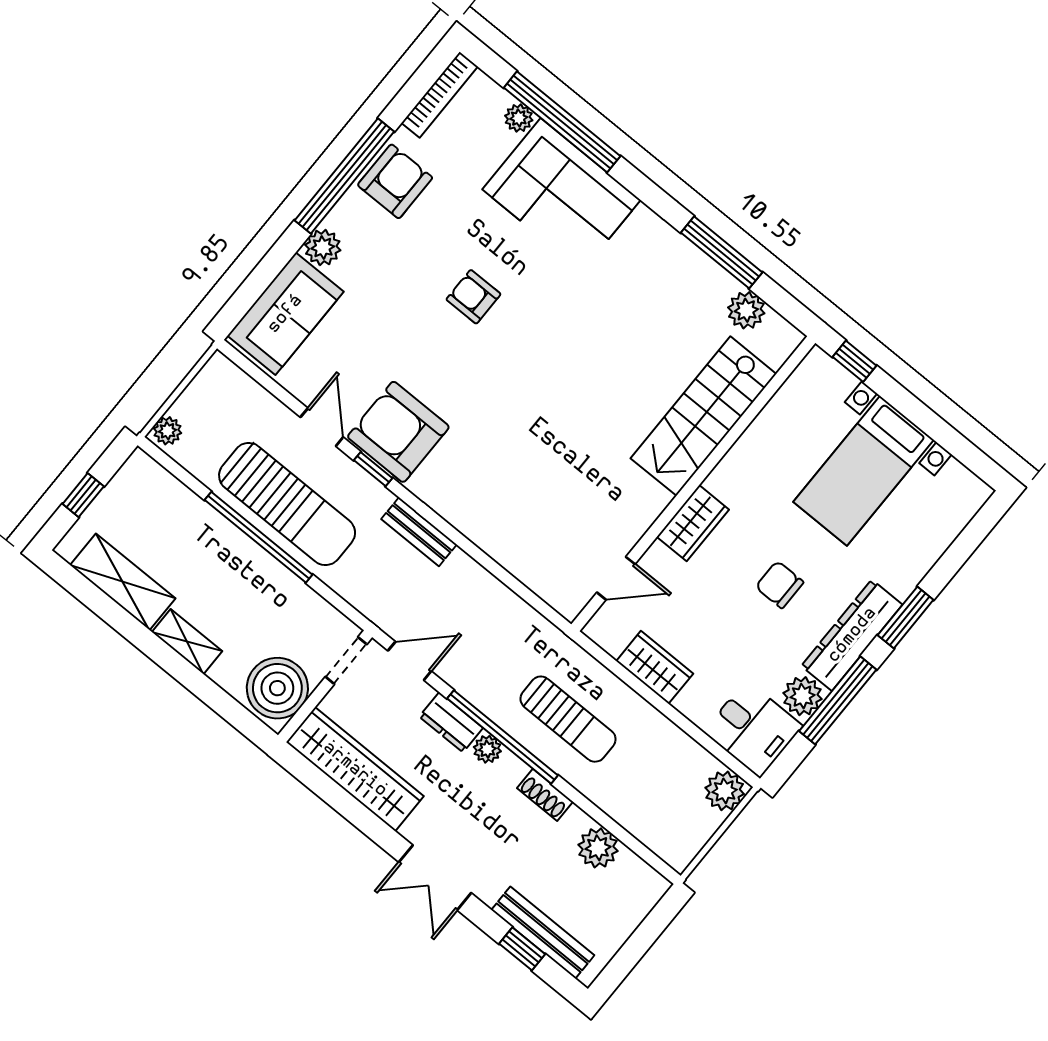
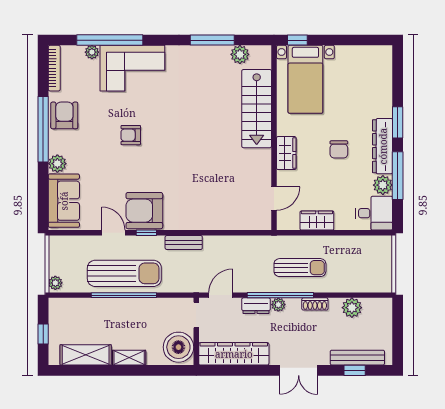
bed with nightstands: (864, 471) -> (305, 79), moved
chair: (779, 585) -> (339, 149), turned -90
plant: (725, 791) -> (383, 246), removed

